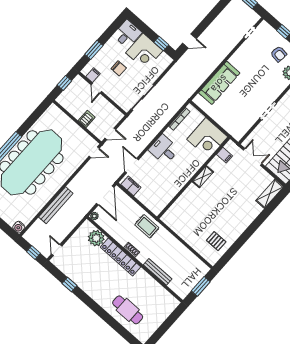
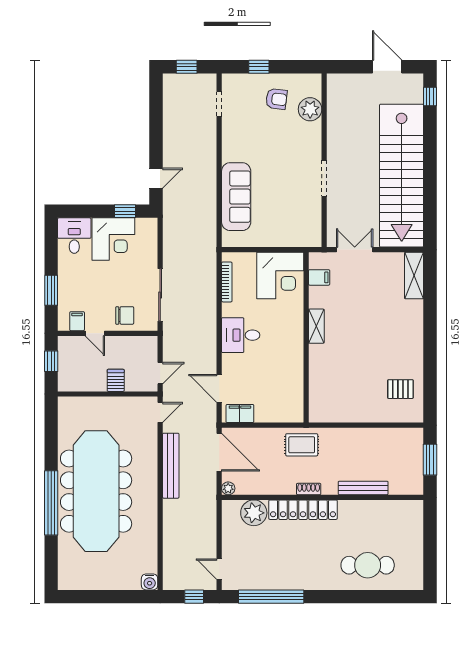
chair: (119, 68) -> (125, 315), moved
bench: (56, 205) -> (171, 466), moved
window: (70, 284) -> (271, 597), width x3.17

